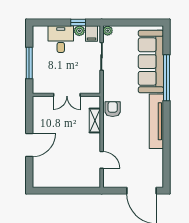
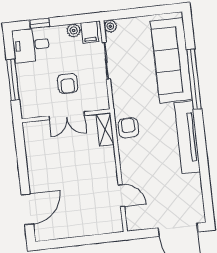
window: (78, 22) -> (40, 23), moved
desk: (61, 39) -> (31, 45), moved, turned -90
armchair: (70, 70) -> (68, 83), added
shelving: (95, 121) -> (105, 129), moved
door: (29, 145) -> (27, 209), moved

